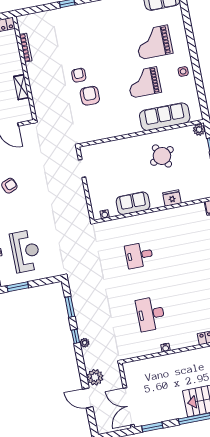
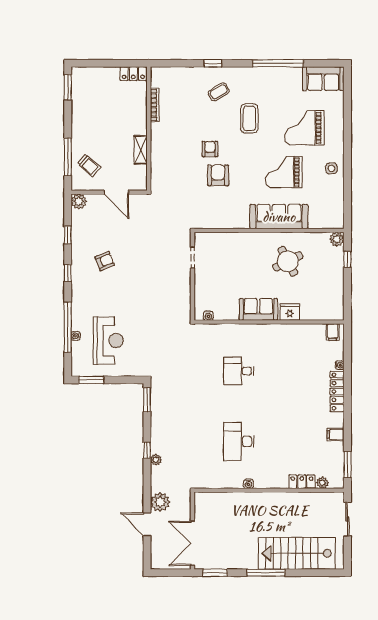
coffee table: (77, 26) -> (219, 92), added
coffee table: (107, 43) -> (249, 118), added
sofa: (165, 117) -> (279, 217), moved
sofa: (133, 203) -> (258, 309), moved
window: (70, 307) -> (147, 400), moved

